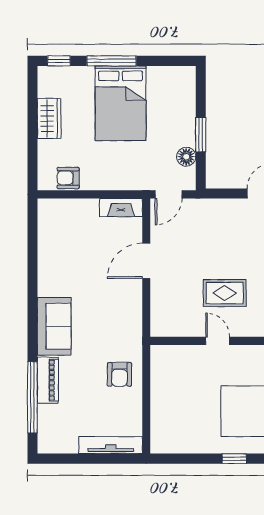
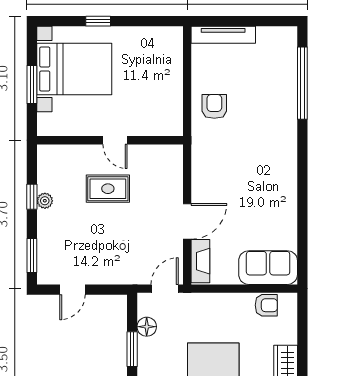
fireplace: (121, 208) -> (200, 261), moved, turned 90
sofa: (54, 326) -> (268, 268), moved, turned 90
piano: (48, 380) -> (287, 100), removed

